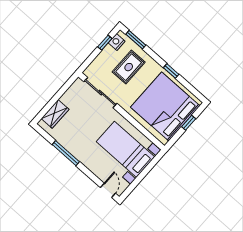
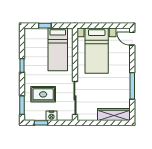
nightstand: (117, 42) -> (51, 116), moved
bed: (165, 107) -> (58, 49), width x0.49
wardrobe: (55, 114) -> (114, 115), width x1.50
door: (108, 190) -> (132, 39), hinge flipped

